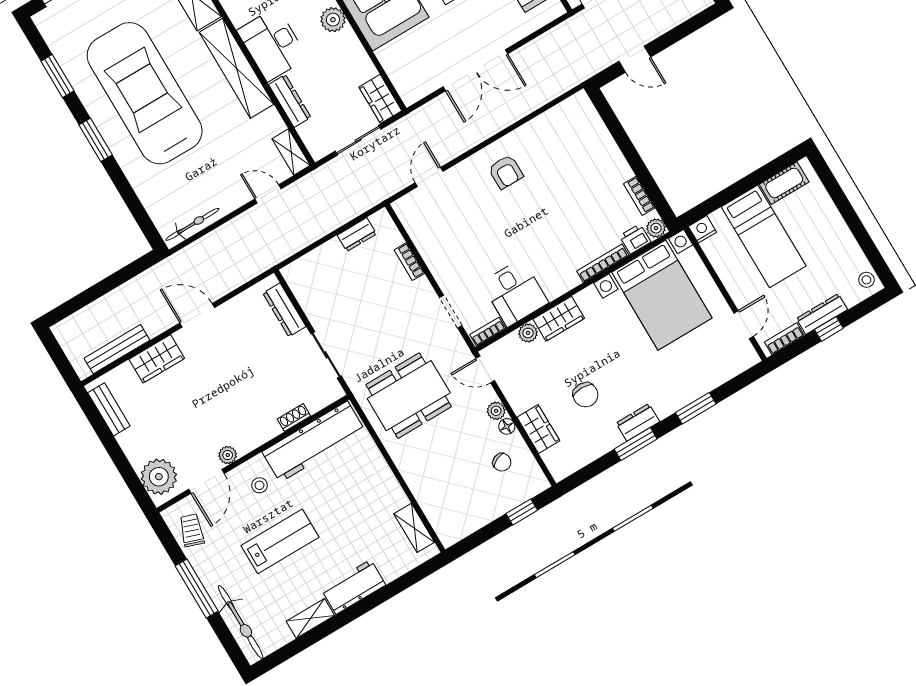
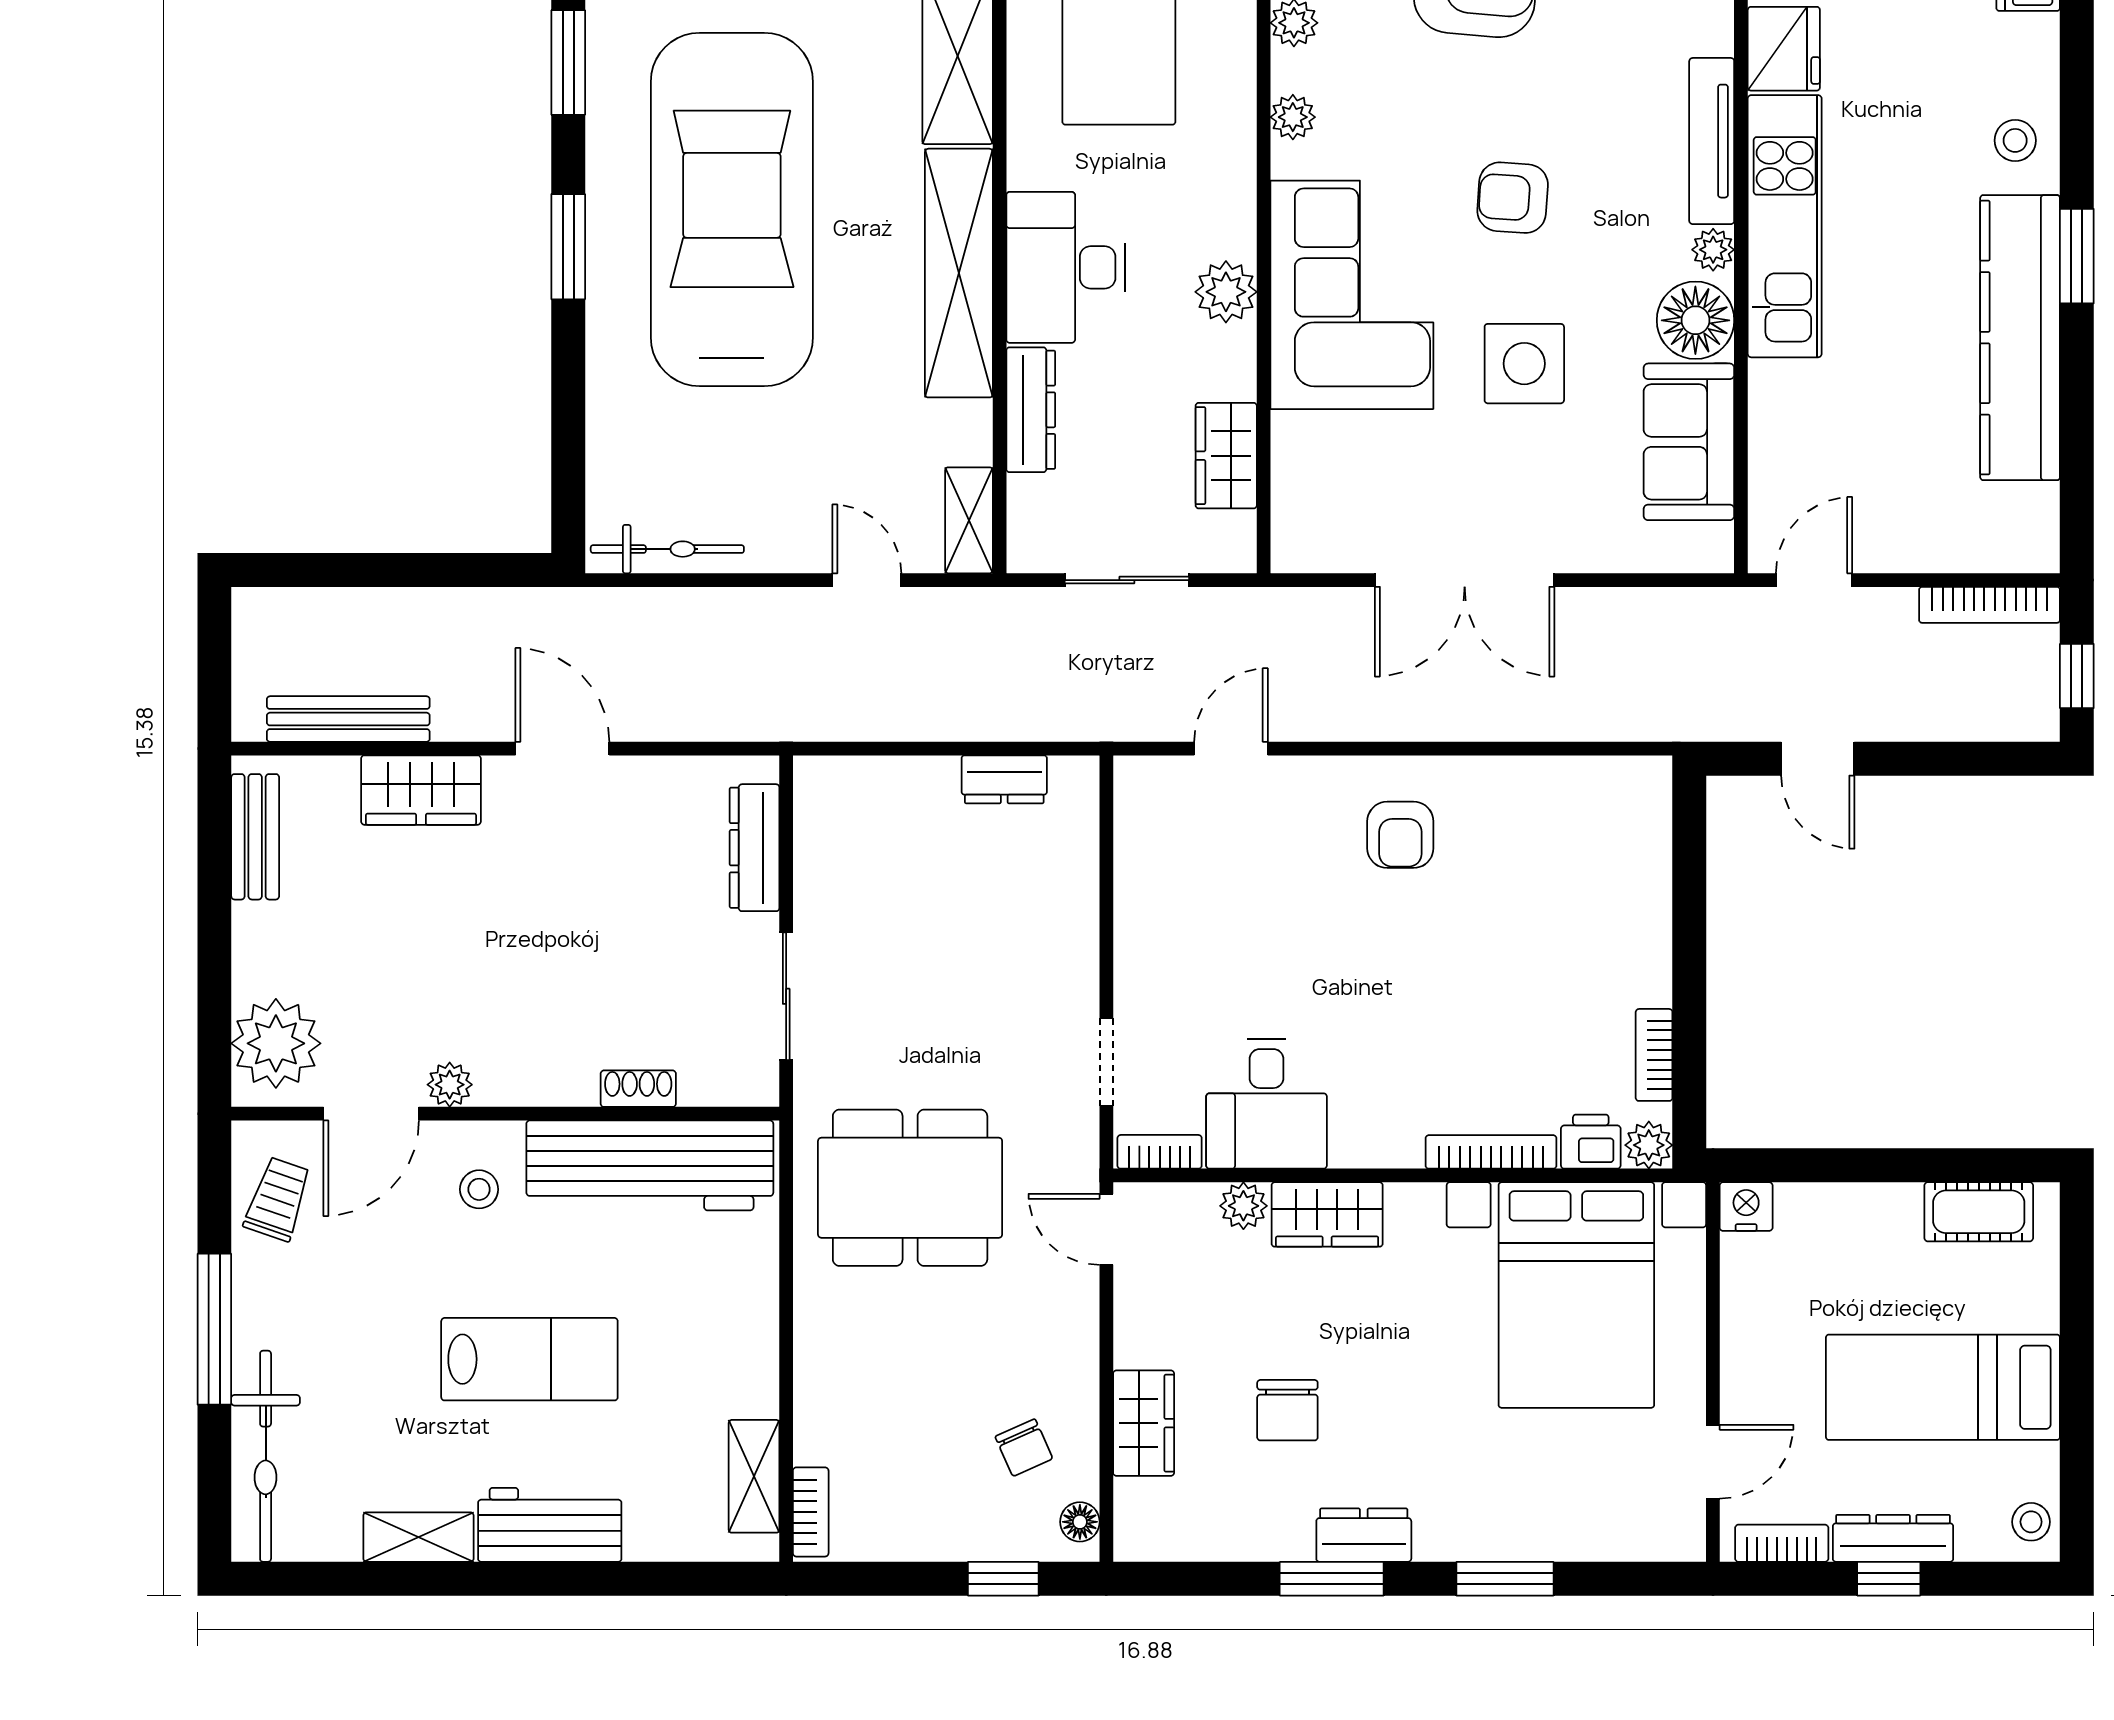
wardrobe: (380, 99) -> (1226, 456), moved
bed: (764, 236) -> (1943, 1387), moved, turned 90
bookcase: (409, 262) -> (811, 1512), moved, turned 180
plant: (496, 411) -> (1077, 1331), removed
floor lamp: (507, 426) -> (1080, 1522), moved
lab bench: (280, 541) -> (529, 1359), moved

